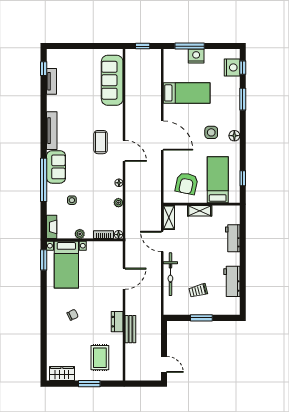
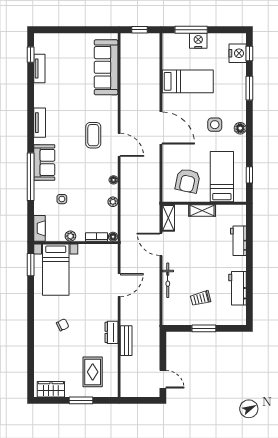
tv unit: (52, 131) -> (40, 123), width x0.71
bicycle: (170, 274) -> (168, 280), width x0.73, depth x0.71

